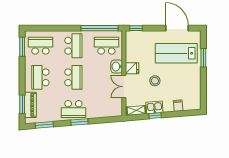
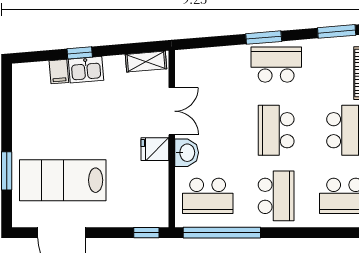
school desk: (73, 46) -> (276, 196), turned 180
lab bench: (176, 53) -> (63, 180), turned 180
stool: (155, 81) -> (107, 123), removed
kitchen sink: (154, 107) -> (86, 70), moved
window: (155, 116) -> (80, 53), moved

